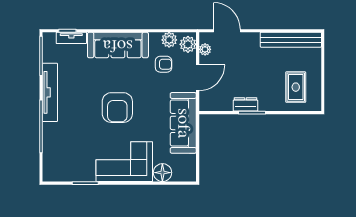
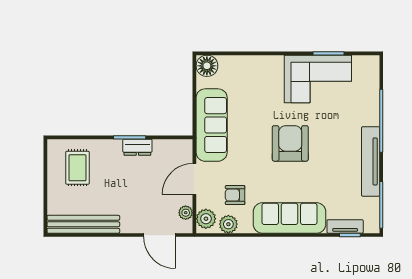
corner sofa: (124, 162) -> (318, 79), moved
floor lamp: (162, 173) -> (207, 66), moved

